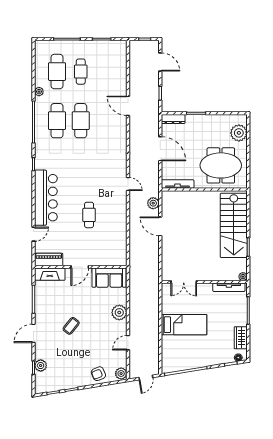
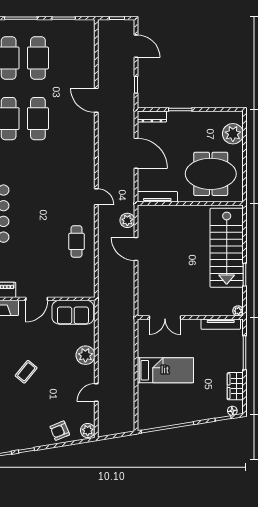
cafe table: (81, 72) -> (38, 58), width x1.37, depth x1.35
cafe table: (89, 215) -> (76, 241), moved
door: (146, 378) -> (118, 435), removed

